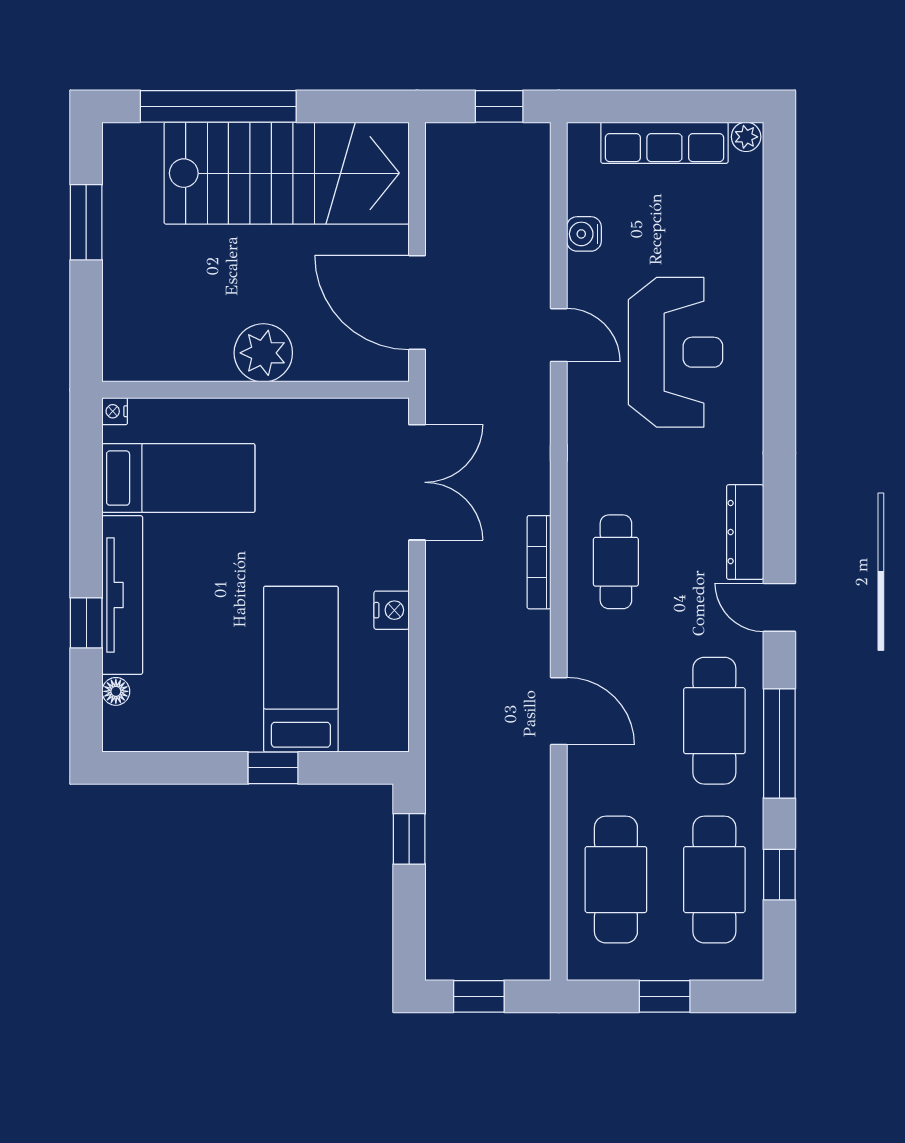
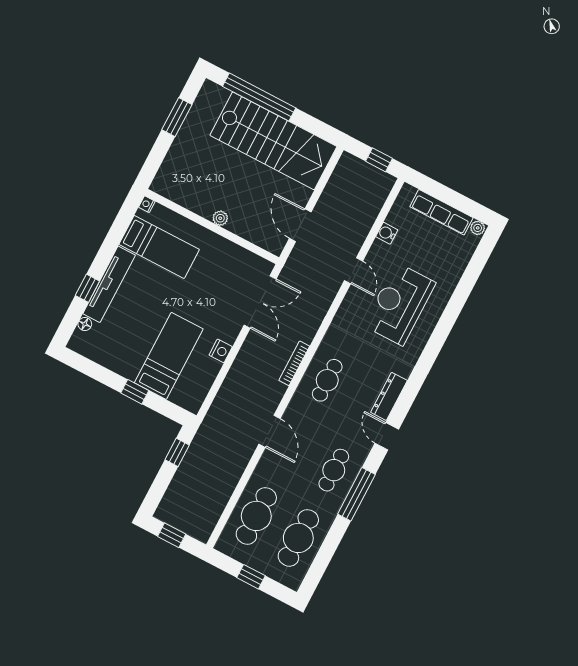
door: (417, 303) -> (300, 225), width x0.73
reception desk: (676, 352) -> (399, 304), turned 180
plant: (263, 353) -> (220, 218), width x0.53, depth x0.53
cafe table: (714, 721) -> (334, 470), width x0.73, depth x0.74
window: (779, 875) -> (327, 550), removed

